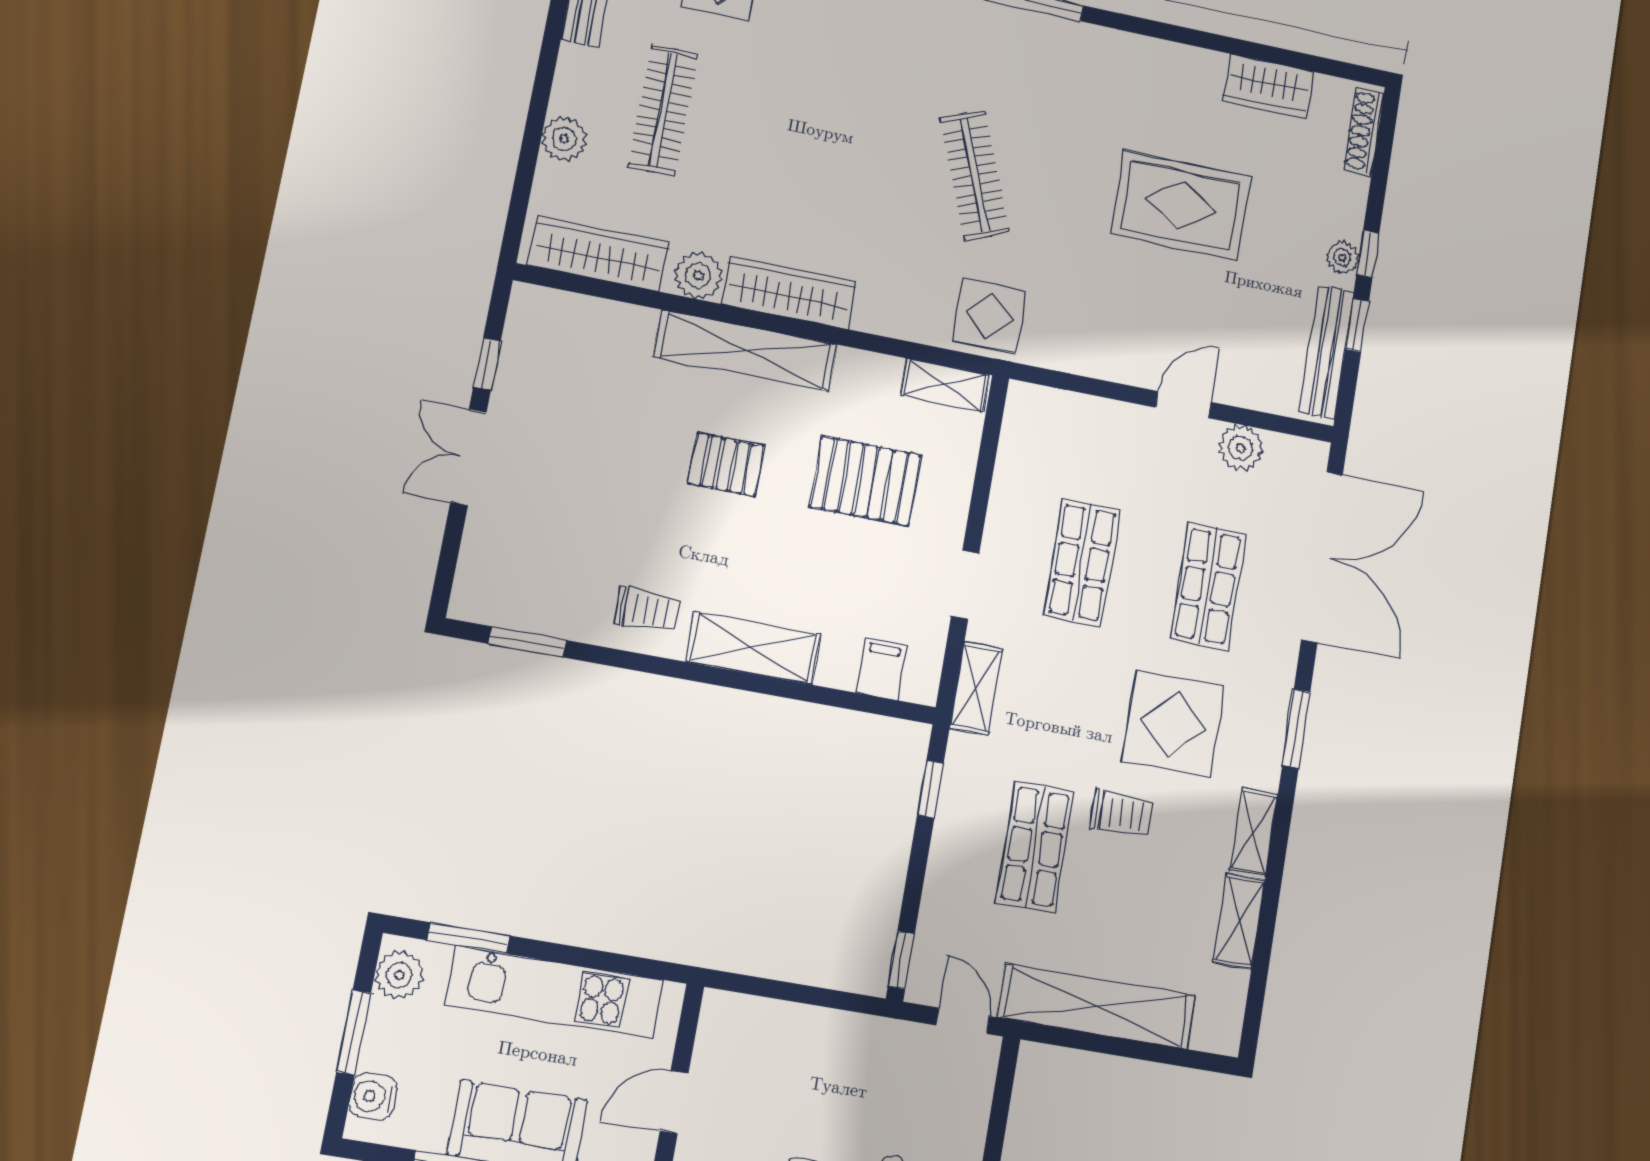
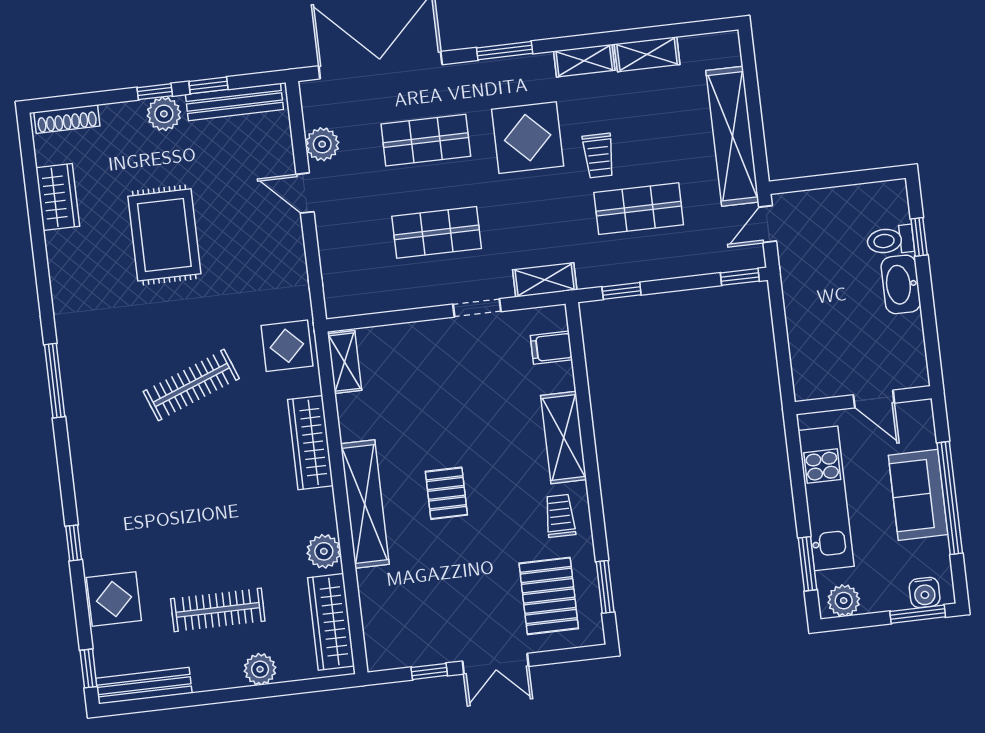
plant: (1342, 257) -> (164, 114), width x1.38, depth x1.38
wardrobe: (789, 293) -> (310, 443), moved
pallet: (866, 481) -> (549, 596), moved
trolley: (1122, 813) -> (599, 155), turned 180
window: (354, 1032) -> (918, 614), moved

